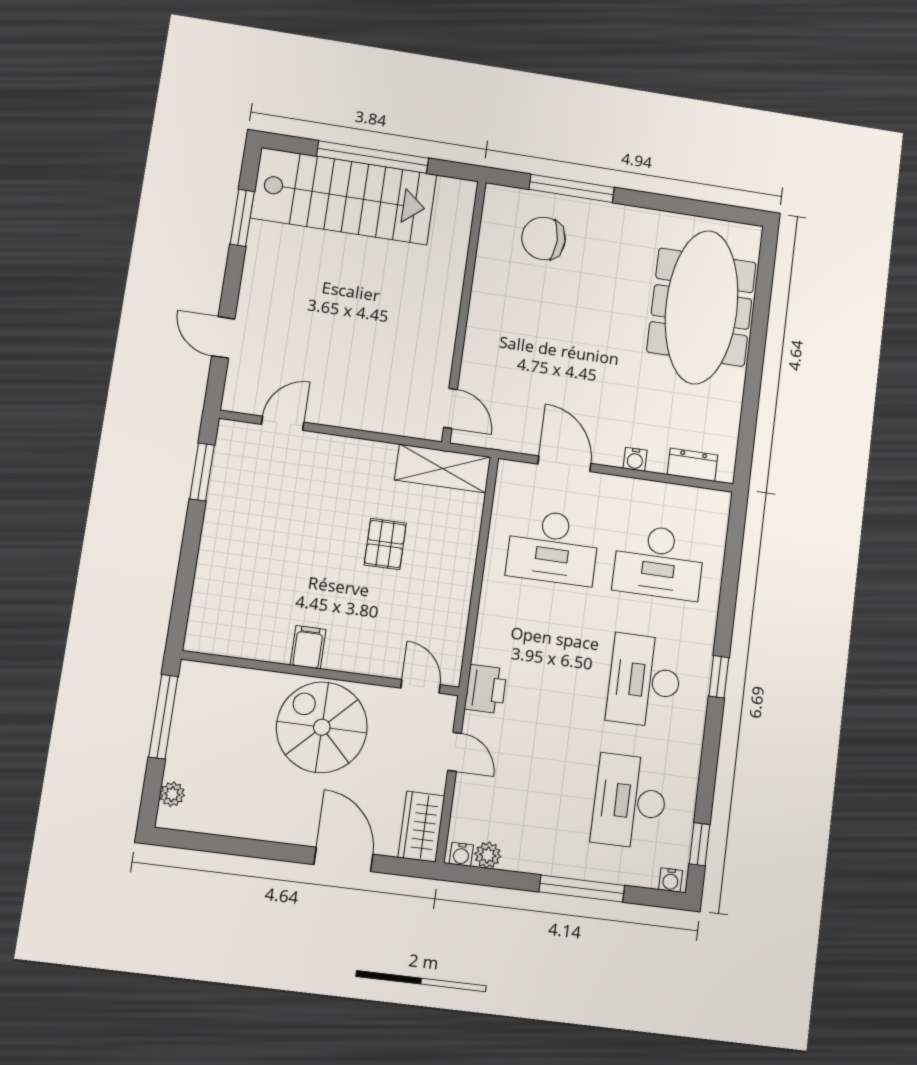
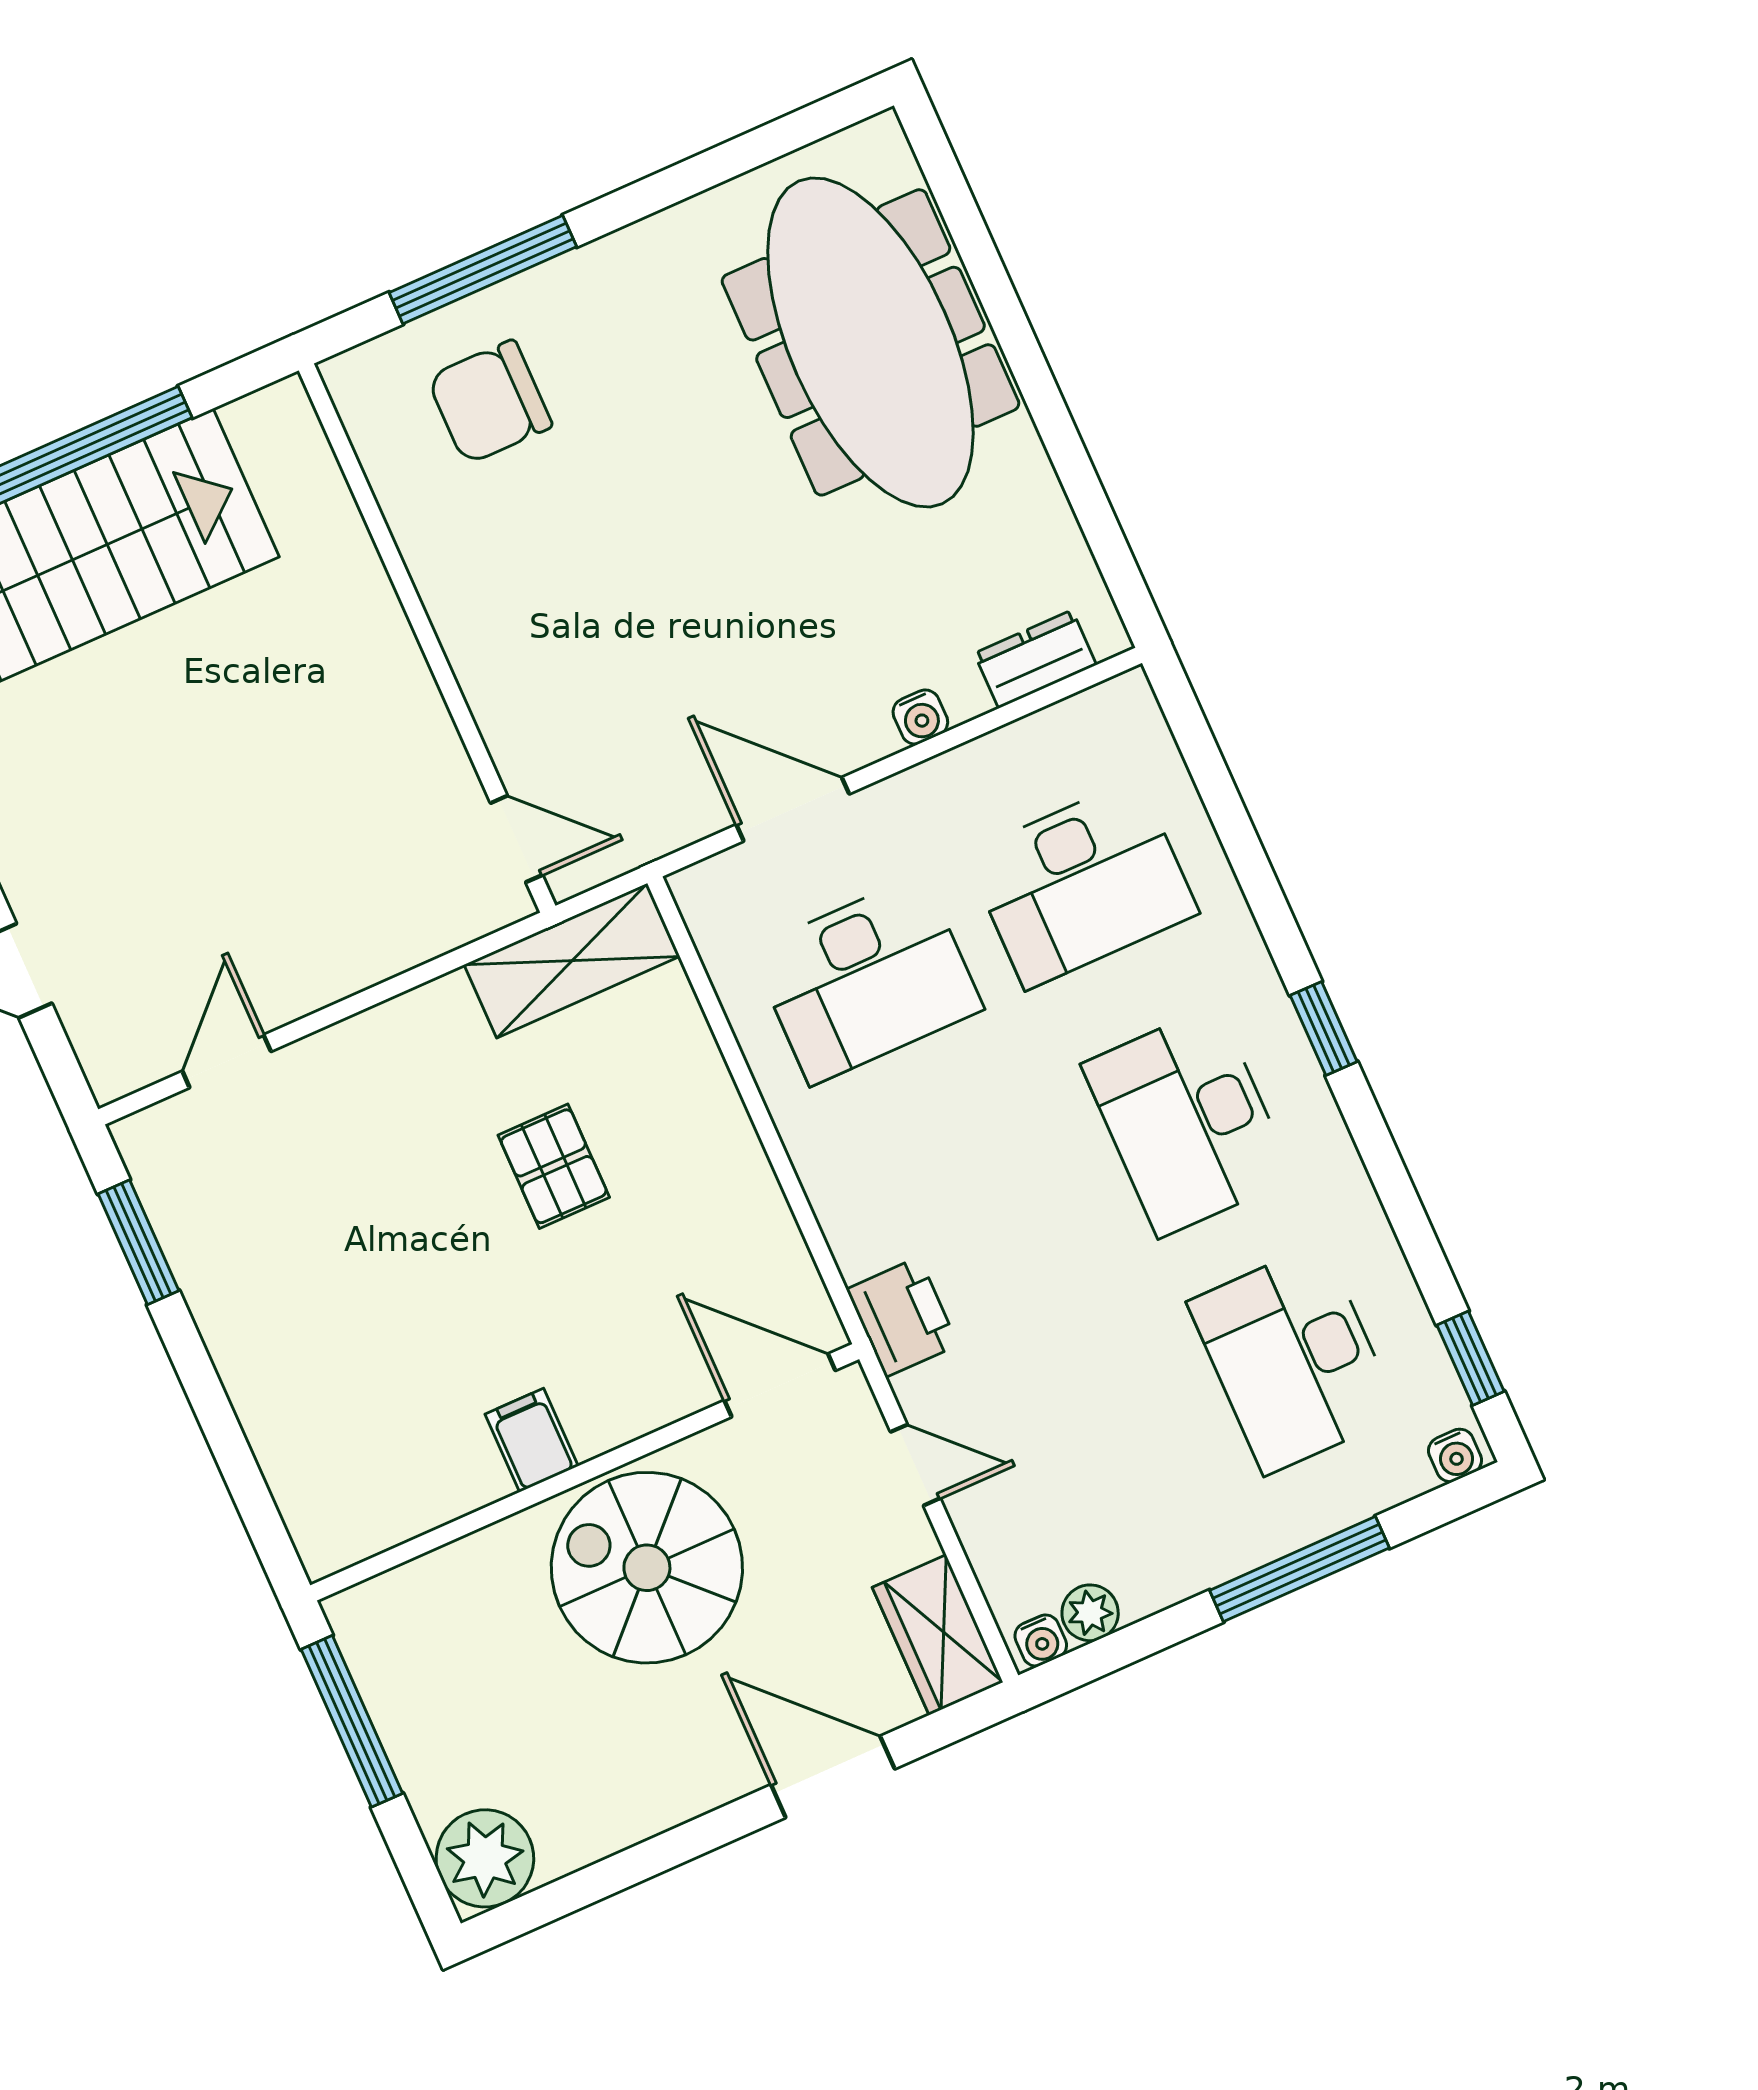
door: (420, 686) -> (780, 1385), width x1.38
plant: (172, 794) -> (485, 1858), width x1.88, depth x1.88

